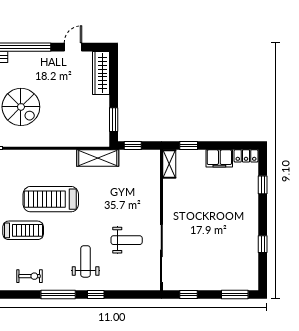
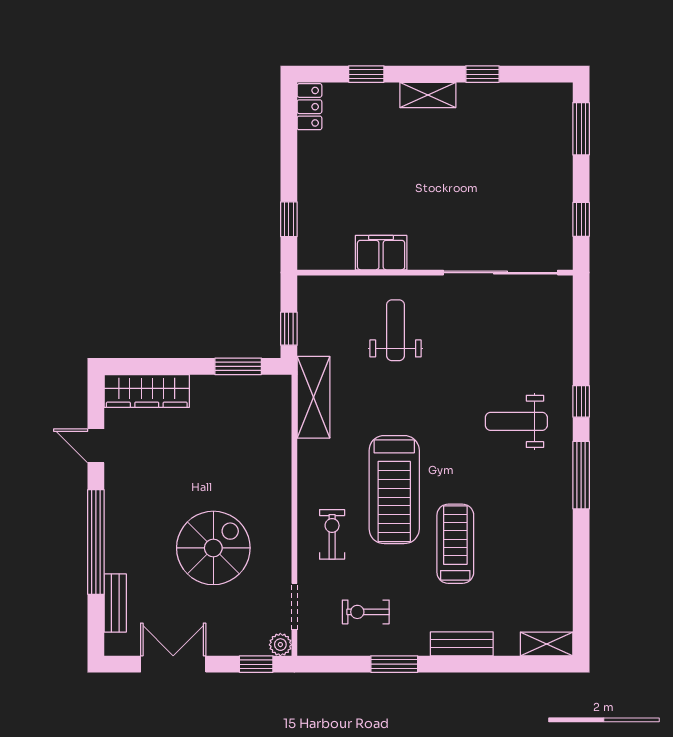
filing cabinet: (219, 158) -> (381, 253), moved, turned -90
shelving: (169, 164) -> (428, 95), moved
weight bench: (127, 240) -> (396, 330), moved
exercise bike: (29, 276) -> (332, 534), moved

